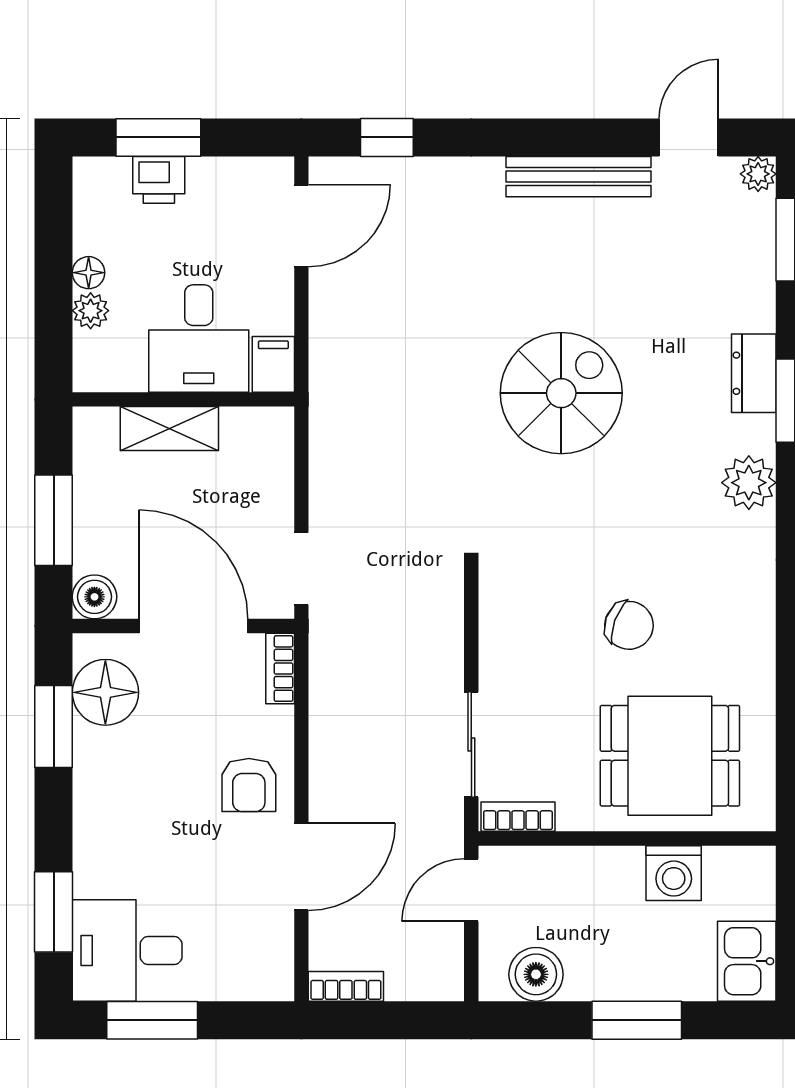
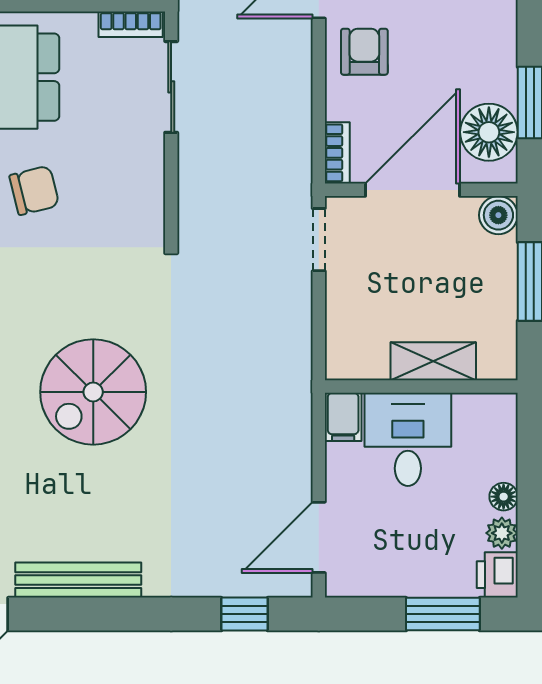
printer: (159, 180) -> (497, 575), moved, turned -90
plant: (91, 311) -> (502, 533), moved
chair: (629, 625) -> (34, 190), turned 146
door: (193, 626) -> (413, 190), swing flipped

